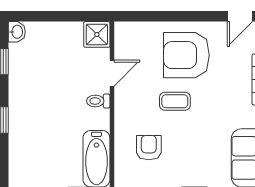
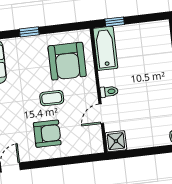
armchair: (186, 55) -> (47, 134), width x0.73, depth x0.73
armchair: (149, 148) -> (67, 61), width x1.88, depth x1.88

